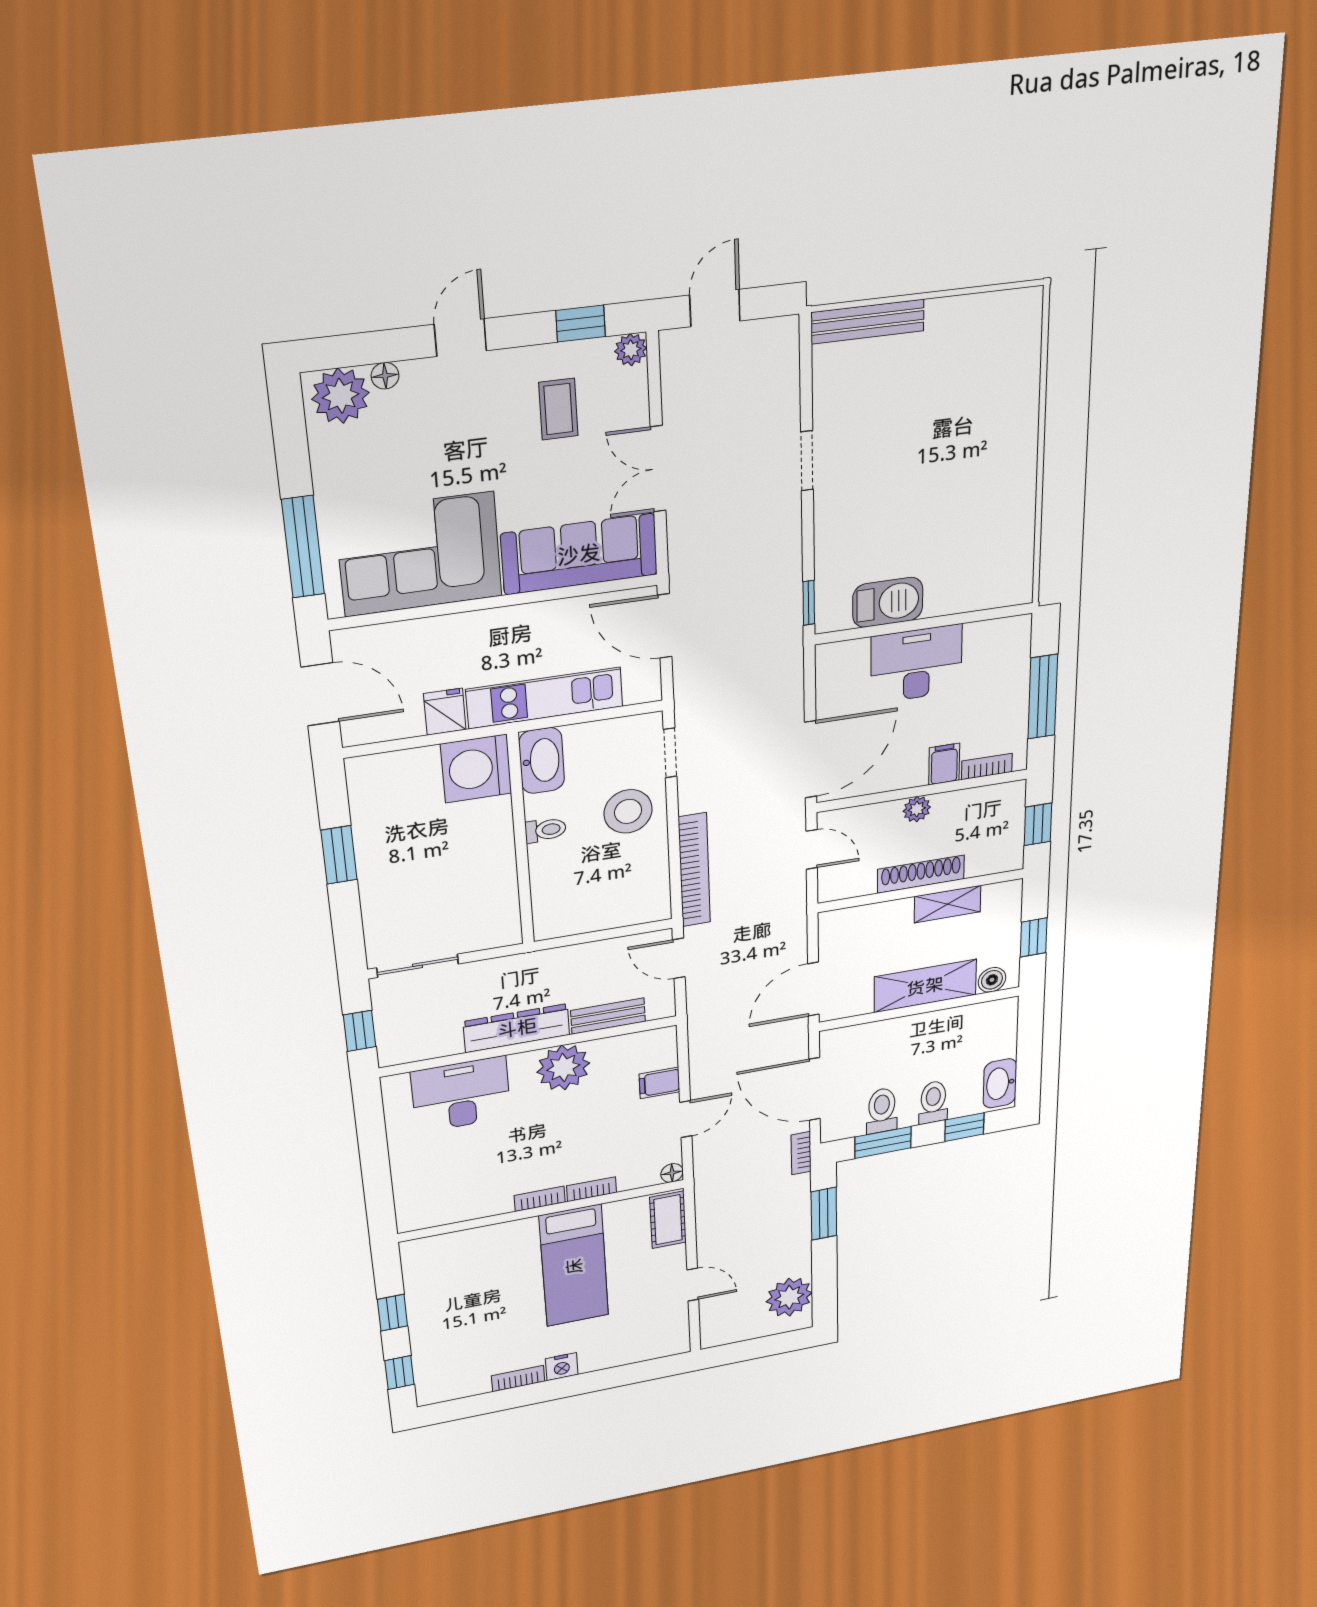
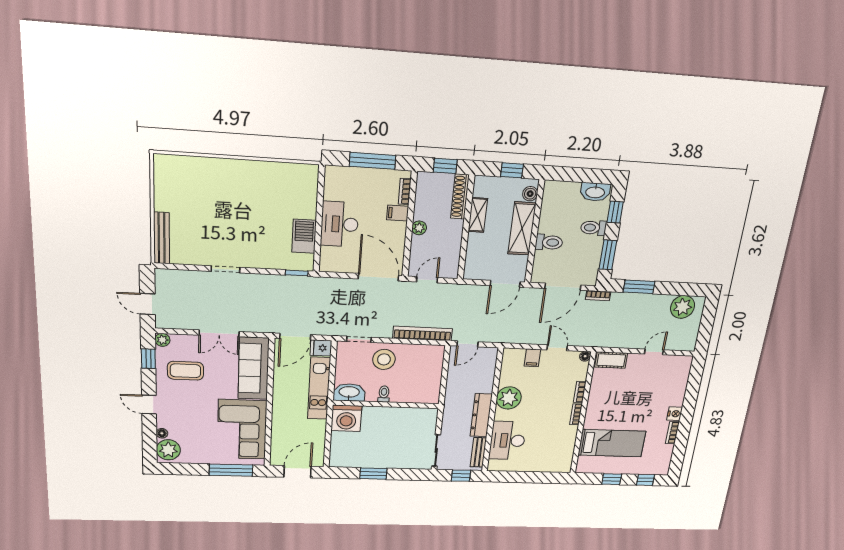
coffee table: (558, 409) -> (185, 371), width x1.36, depth x1.30
fridge: (445, 712) -> (321, 348), moved
shoe rack: (921, 874) -> (460, 196), moved
door: (813, 989) -> (505, 284), hinge flipped
bench: (608, 1016) -> (478, 452), moved
toilet: (882, 1111) -> (549, 242), moved, turned 180
bed: (574, 1266) -> (612, 443), moved

